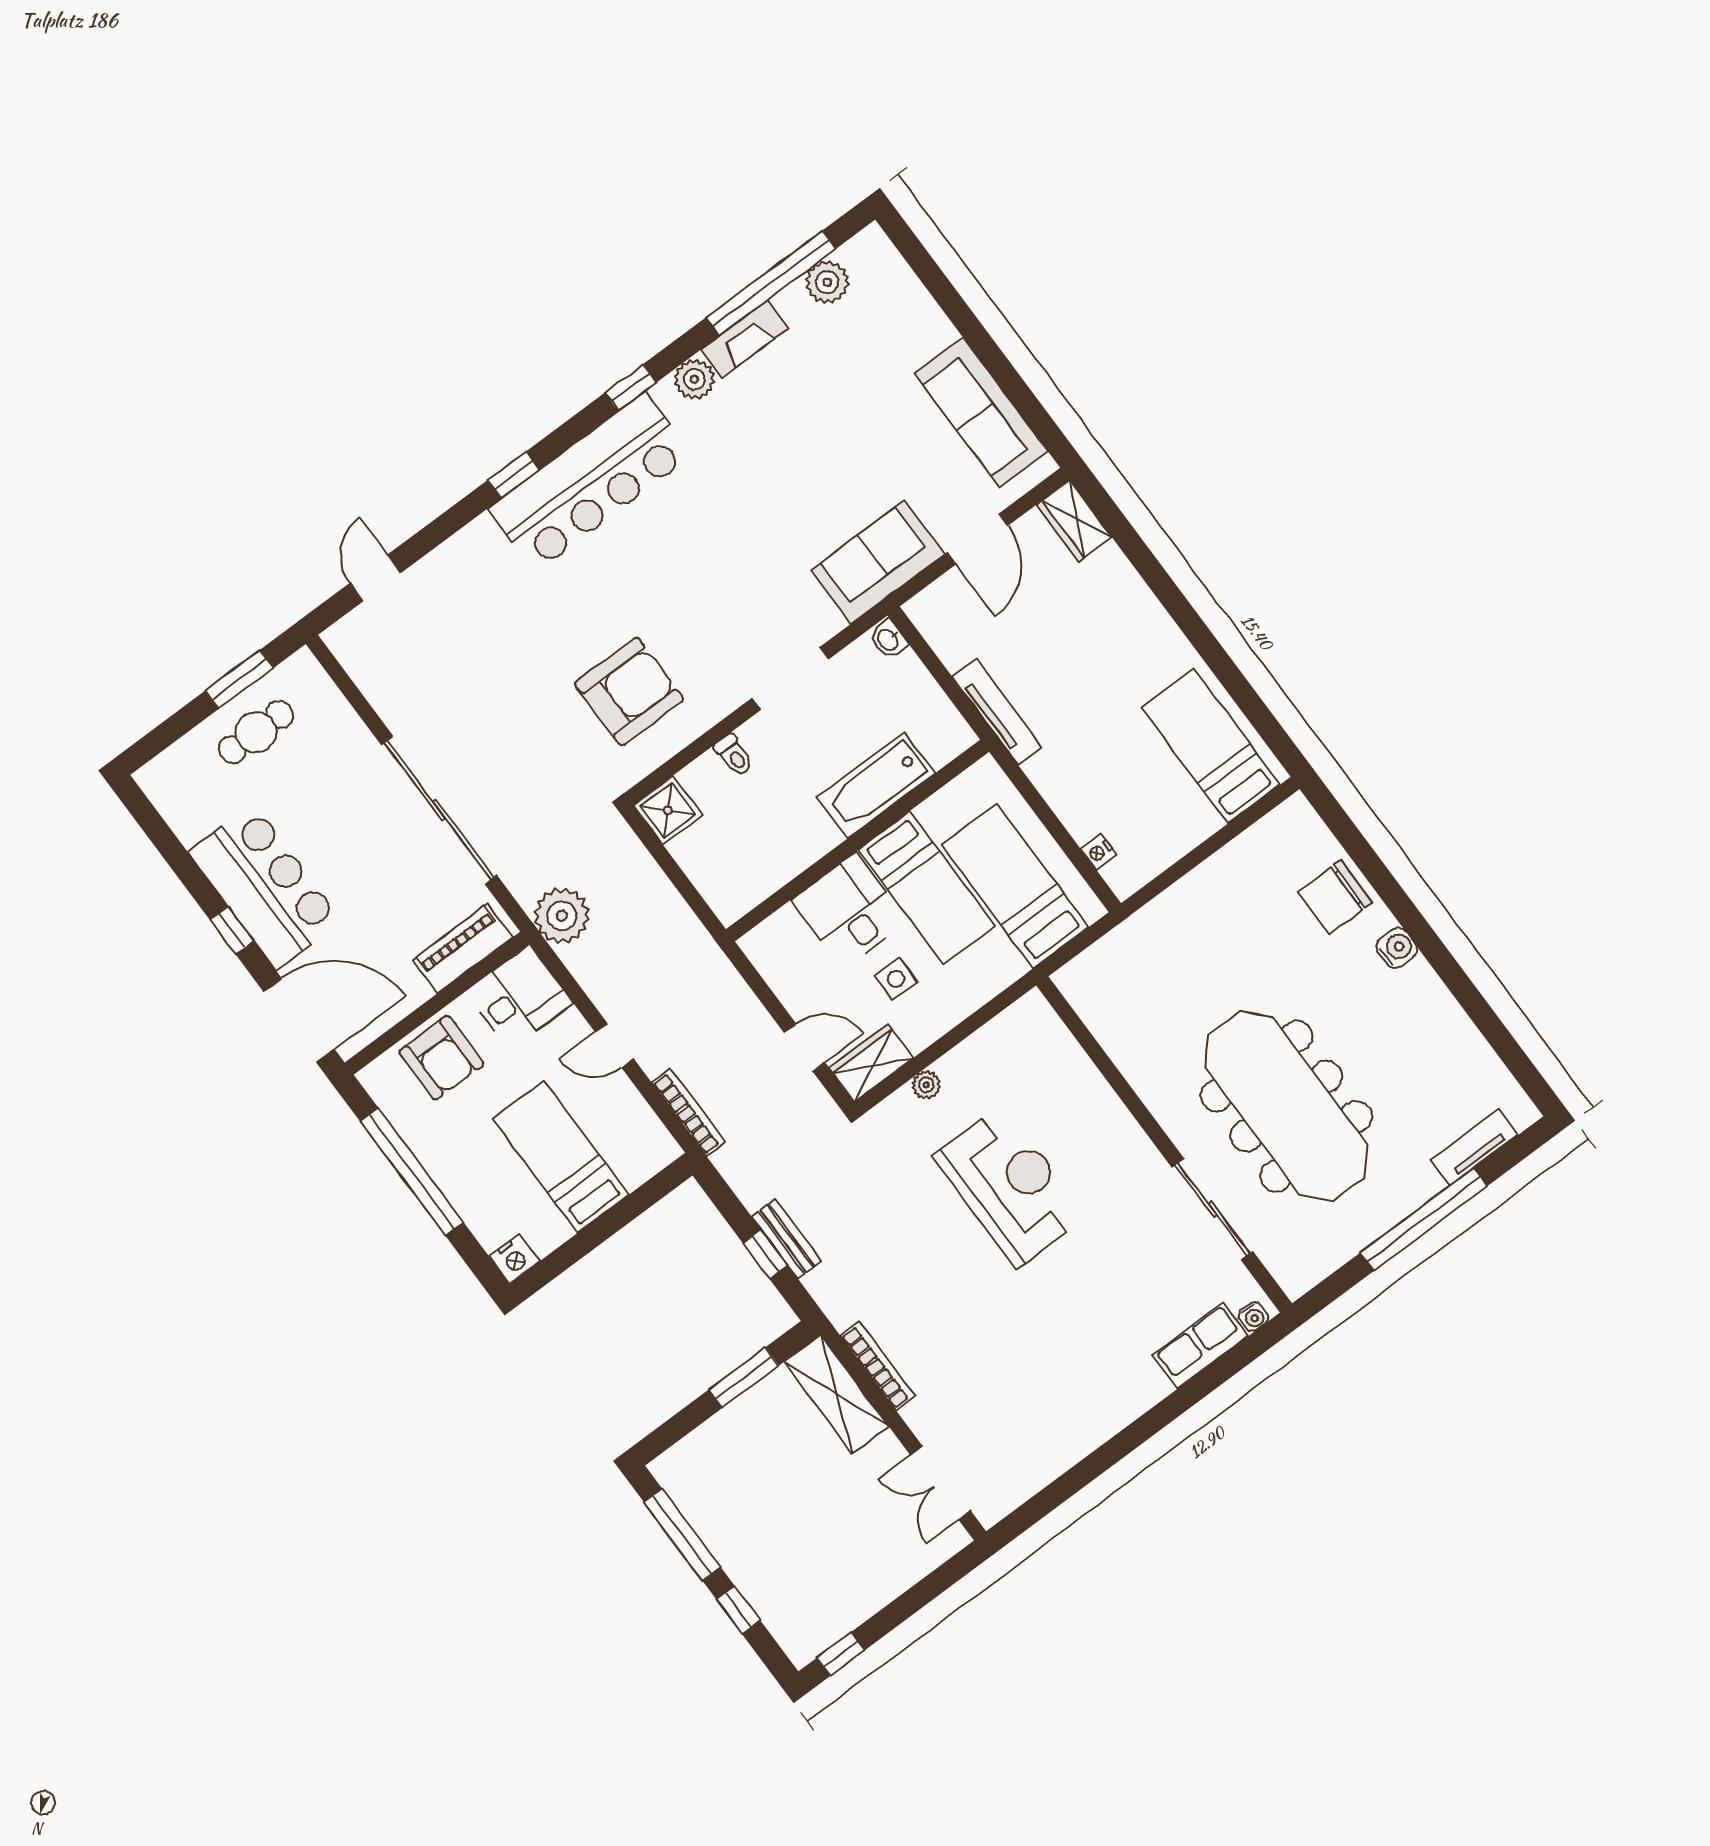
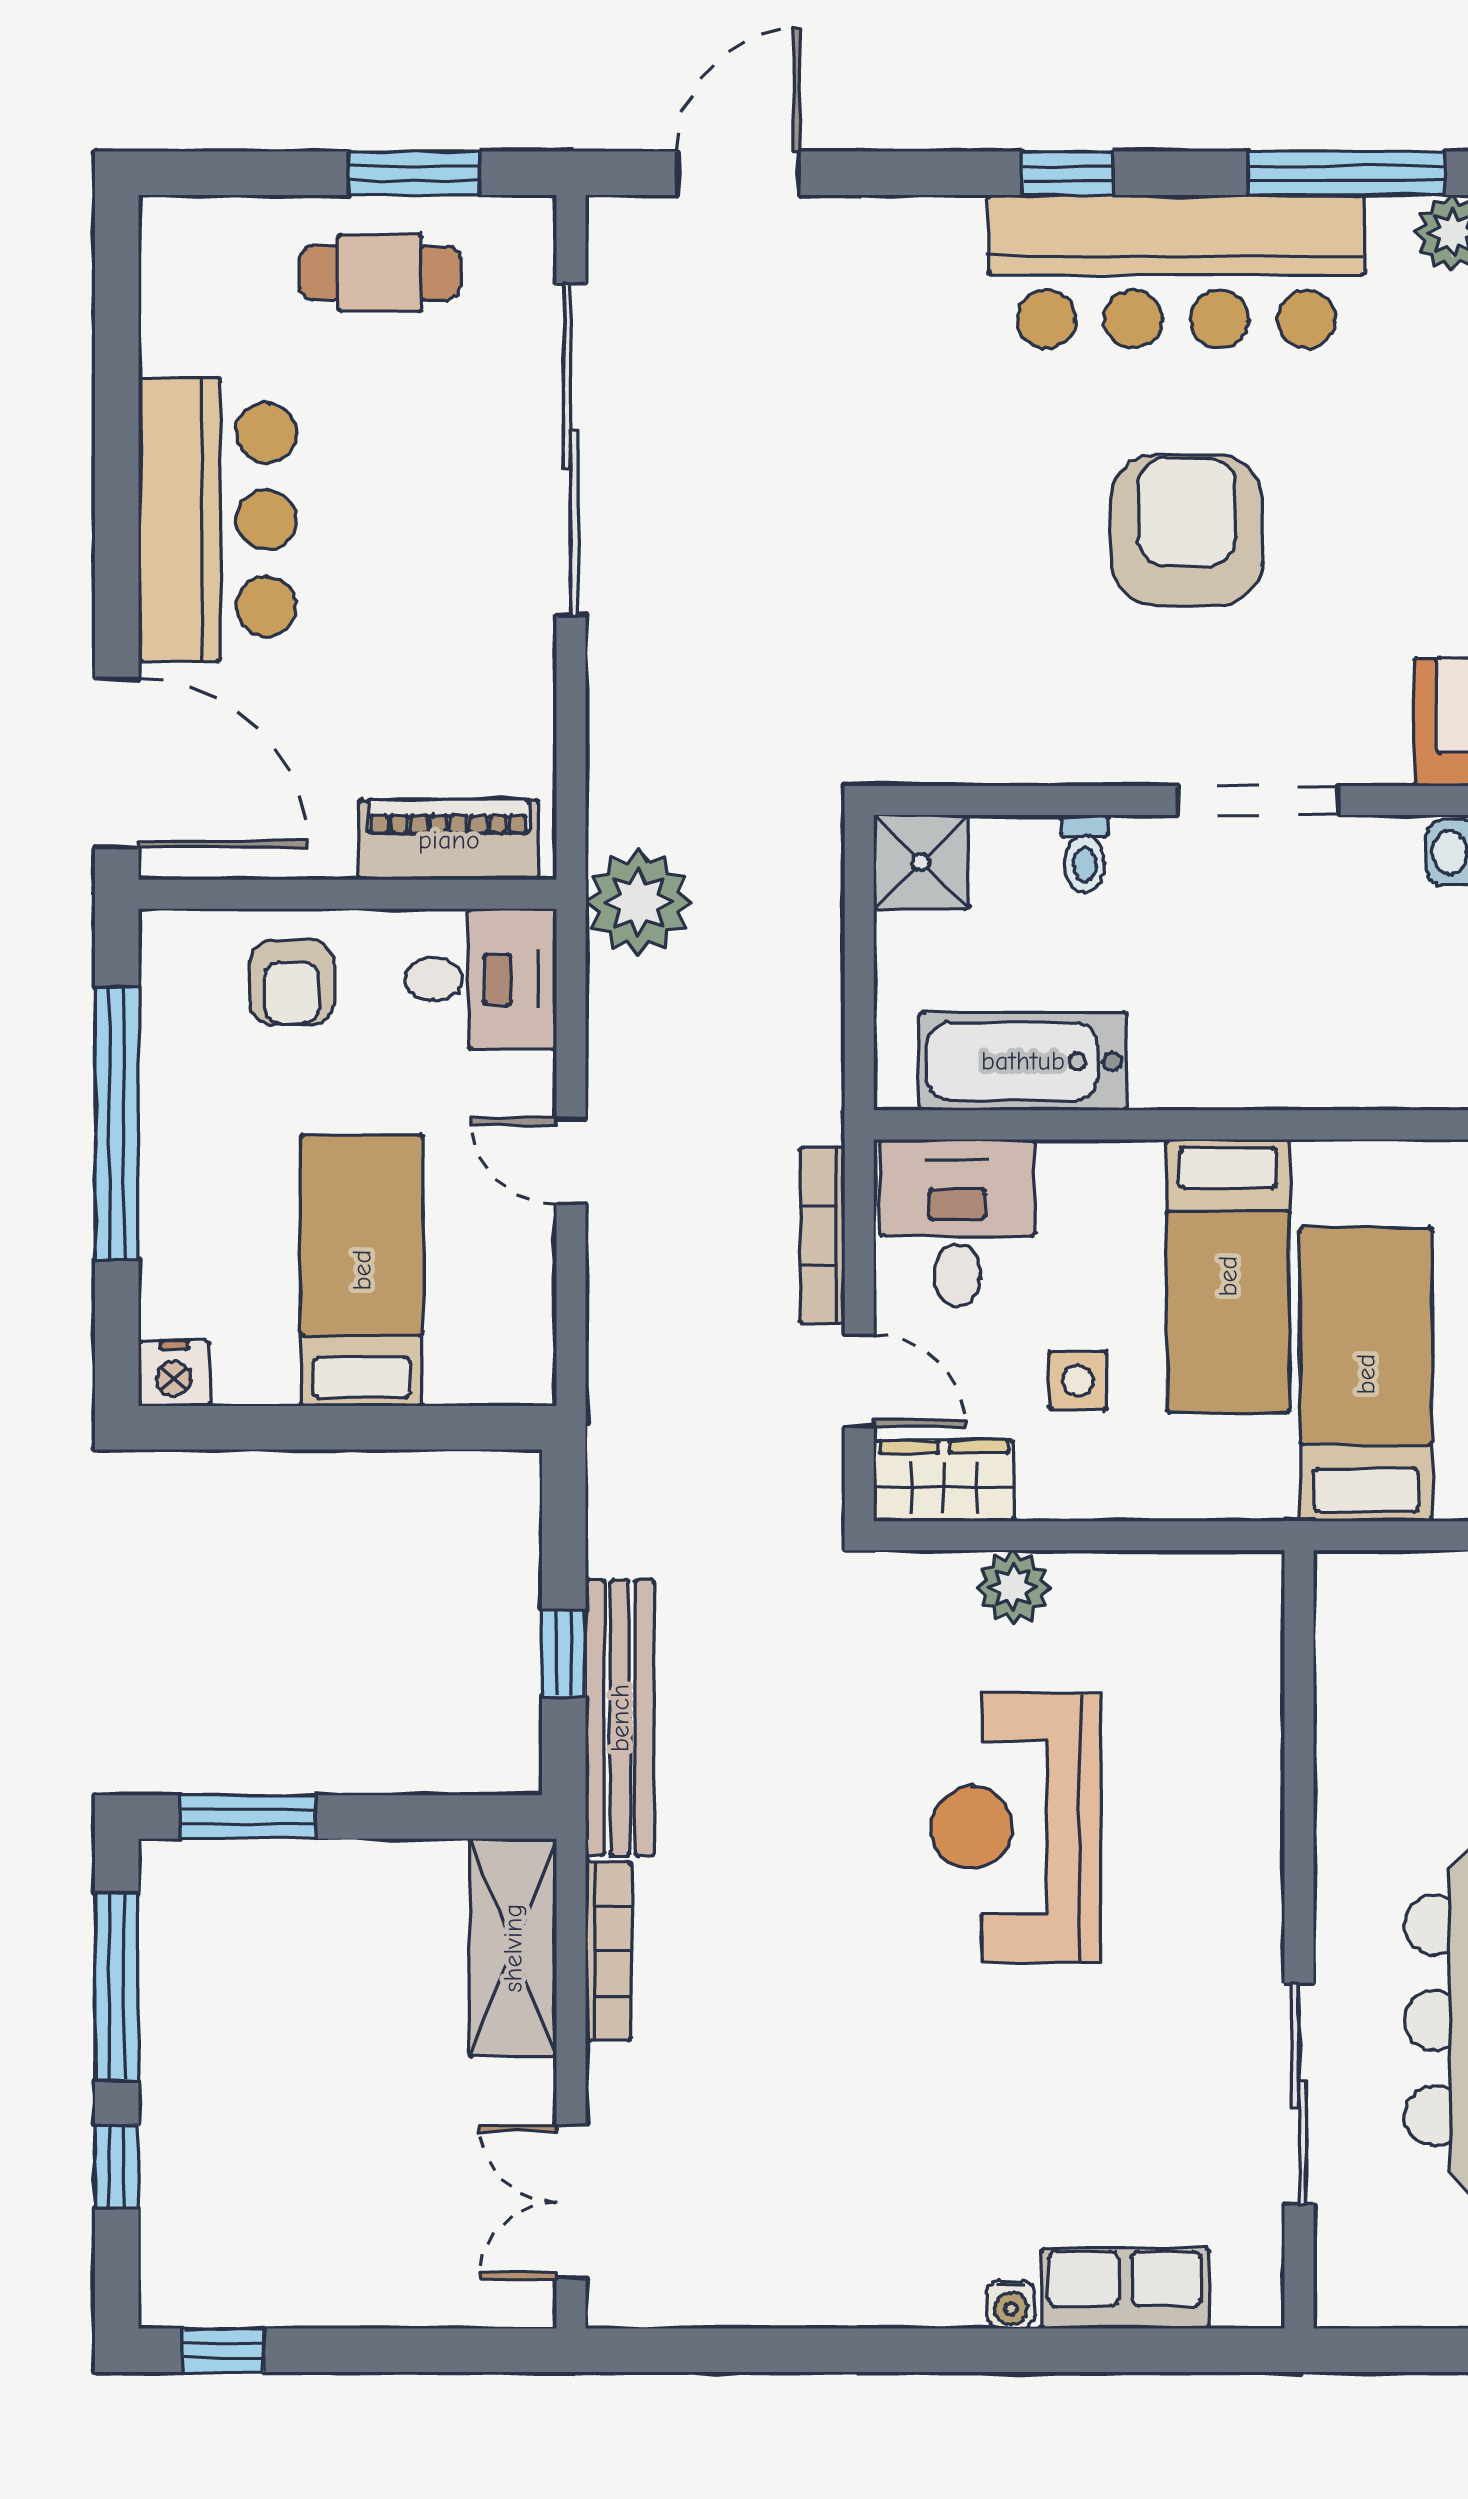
window: (631, 388) -> (1346, 173), width x2.17
door: (375, 578) -> (738, 173), width x1.38
armchair: (629, 691) -> (1187, 530), moved, turned -90
bathtub: (876, 785) -> (1023, 1061), moved
sliding door: (439, 810) -> (571, 450), moved
desk: (849, 911) -> (957, 1223), moved
window: (232, 931) -> (117, 549), removed
armchair: (441, 1058) -> (292, 983), width x0.72, depth x0.72
plant: (926, 1085) -> (1013, 1587), width x1.38, depth x1.38
bookcase: (688, 1112) -> (822, 1236), moved, turned 180
reception desk: (1010, 1186) -> (1015, 1828), turned 180
bench: (787, 1239) -> (620, 1718), width x1.86, depth x1.21
water cooler: (1253, 1317) -> (1011, 2305), moved
window: (744, 1378) -> (248, 1817), moved

